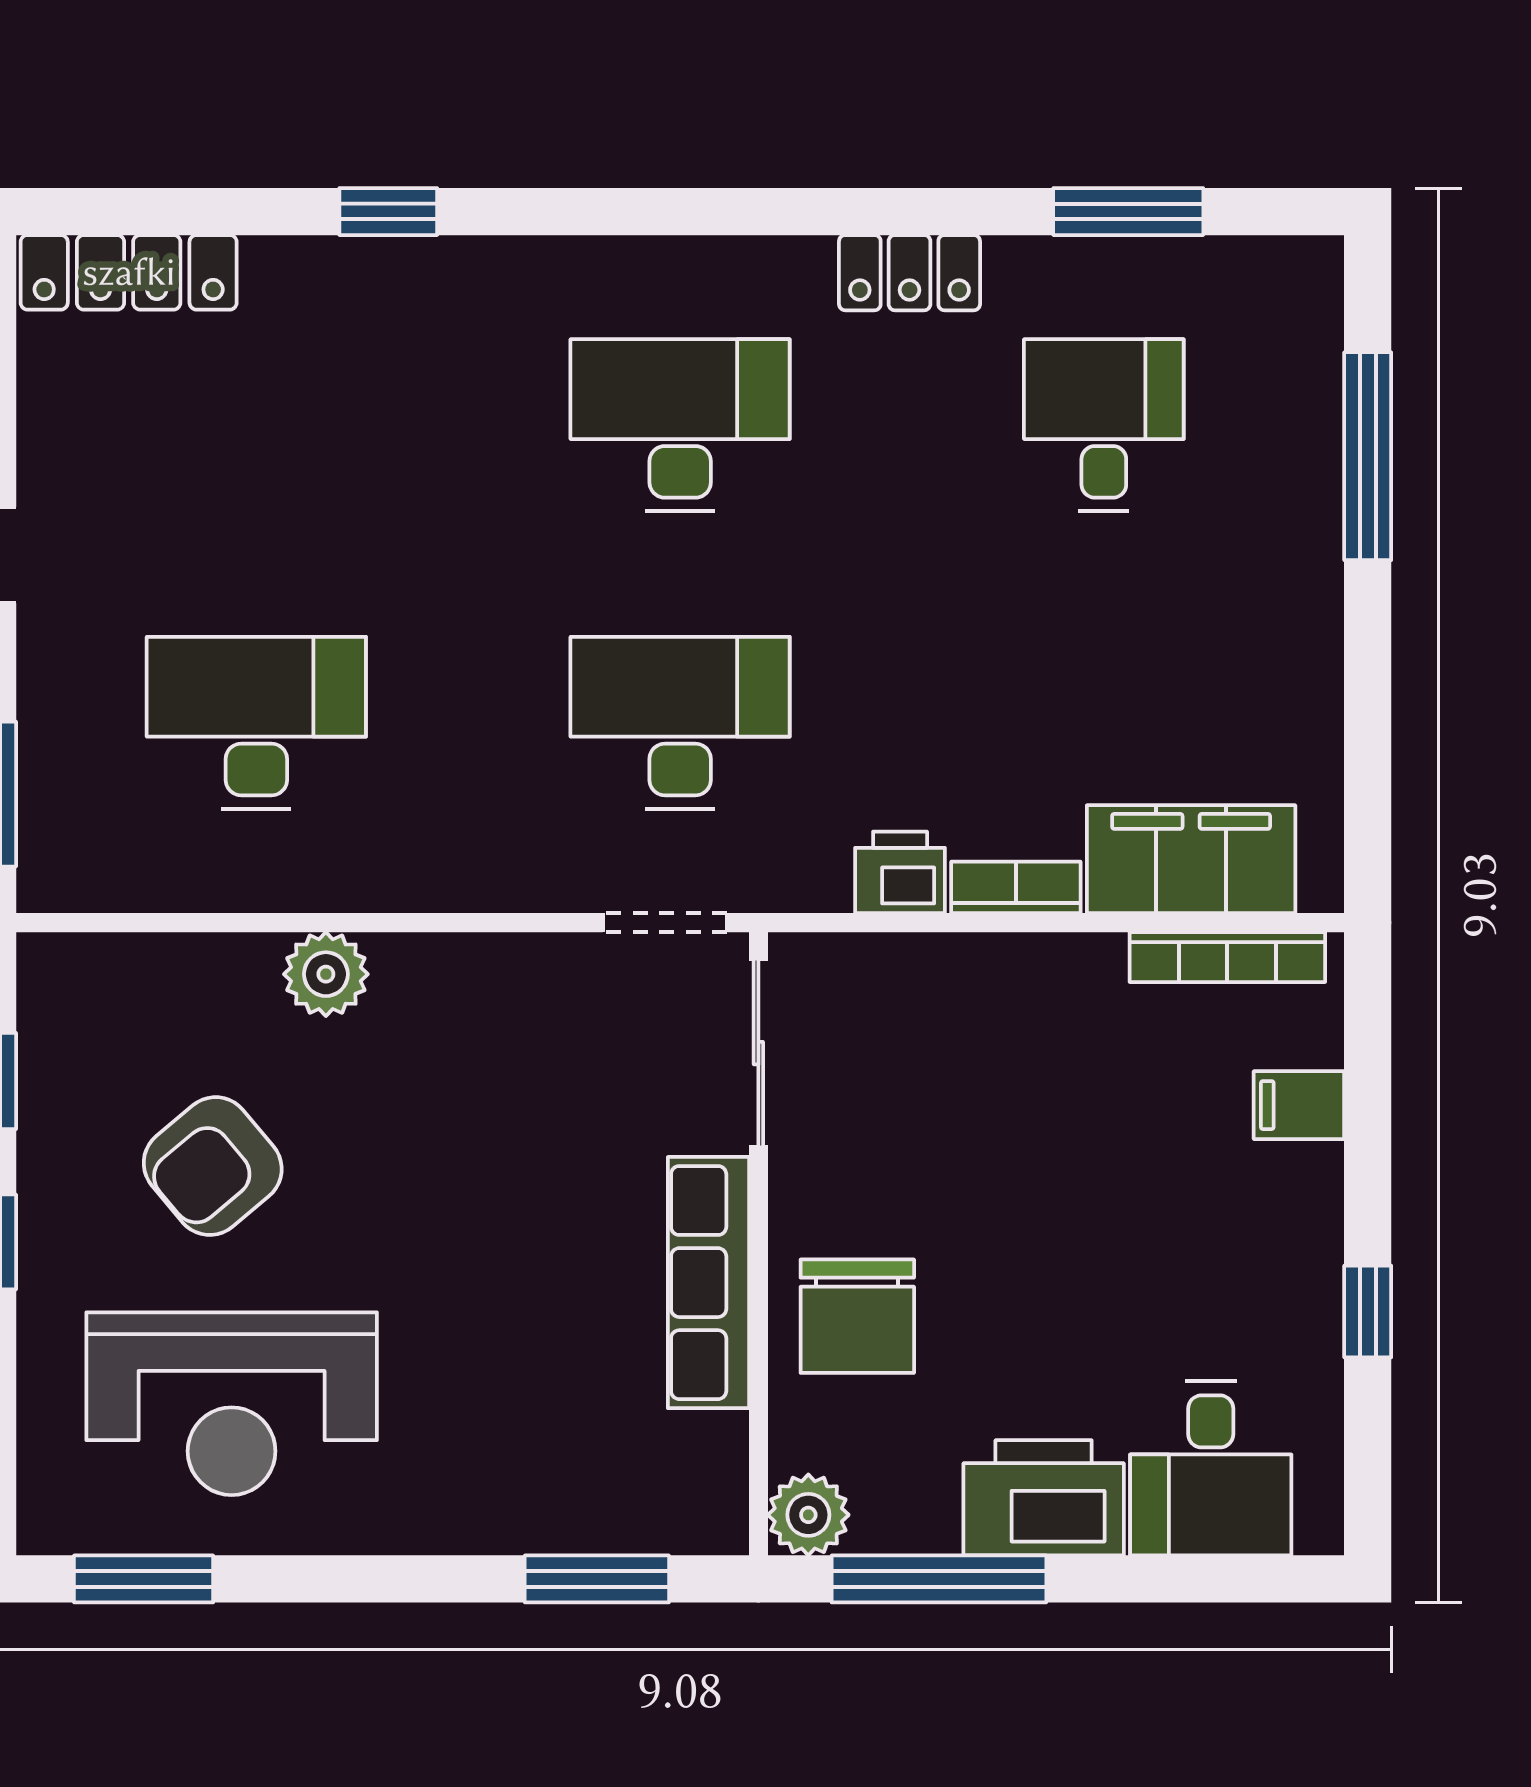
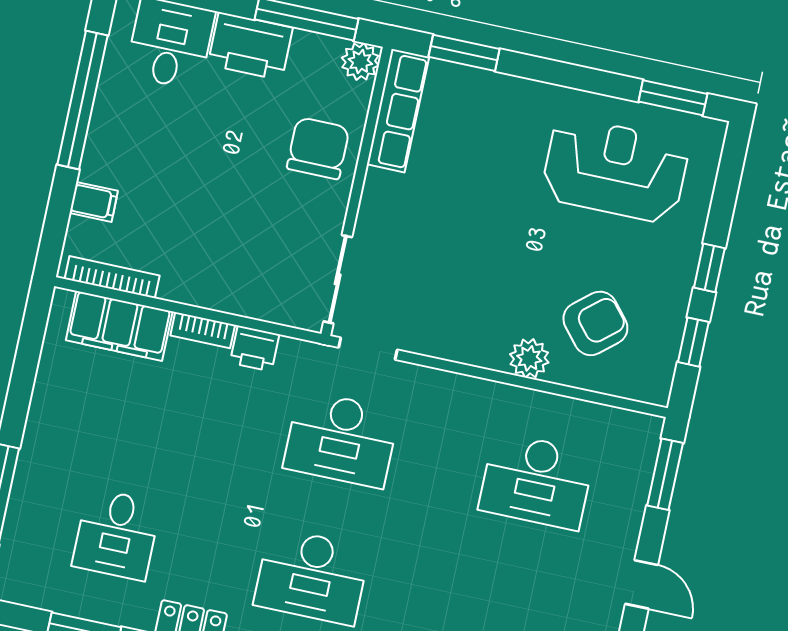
armchair: (213, 1166) -> (595, 323), moved
row of seats: (708, 1283) -> (398, 111), moved
window: (1368, 1311) -> (82, 100), width x3.17

